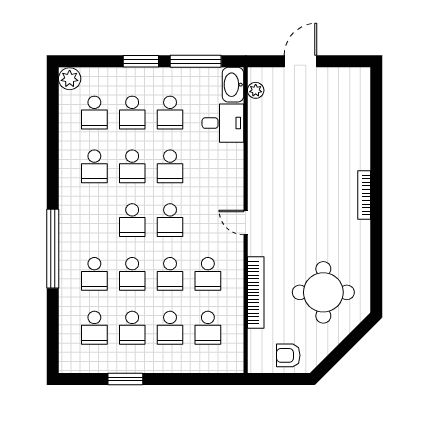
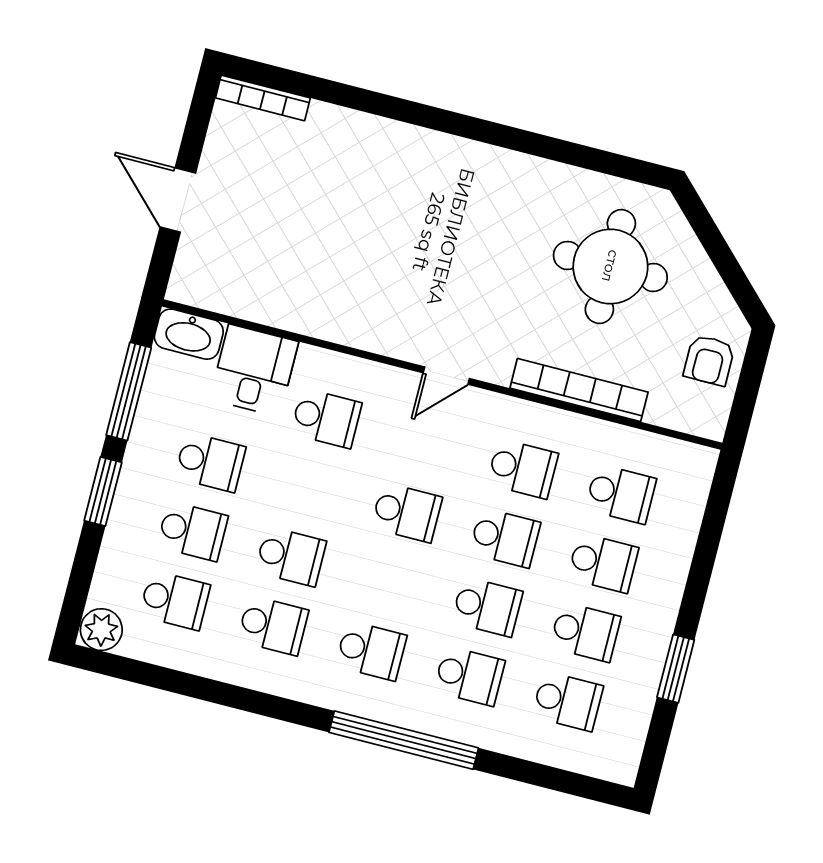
plant: (256, 90) -> (210, 295), removed
school desk: (170, 166) -> (326, 418), moved
bookcase: (364, 195) -> (263, 98), moved
school desk: (132, 220) -> (371, 651), moved

